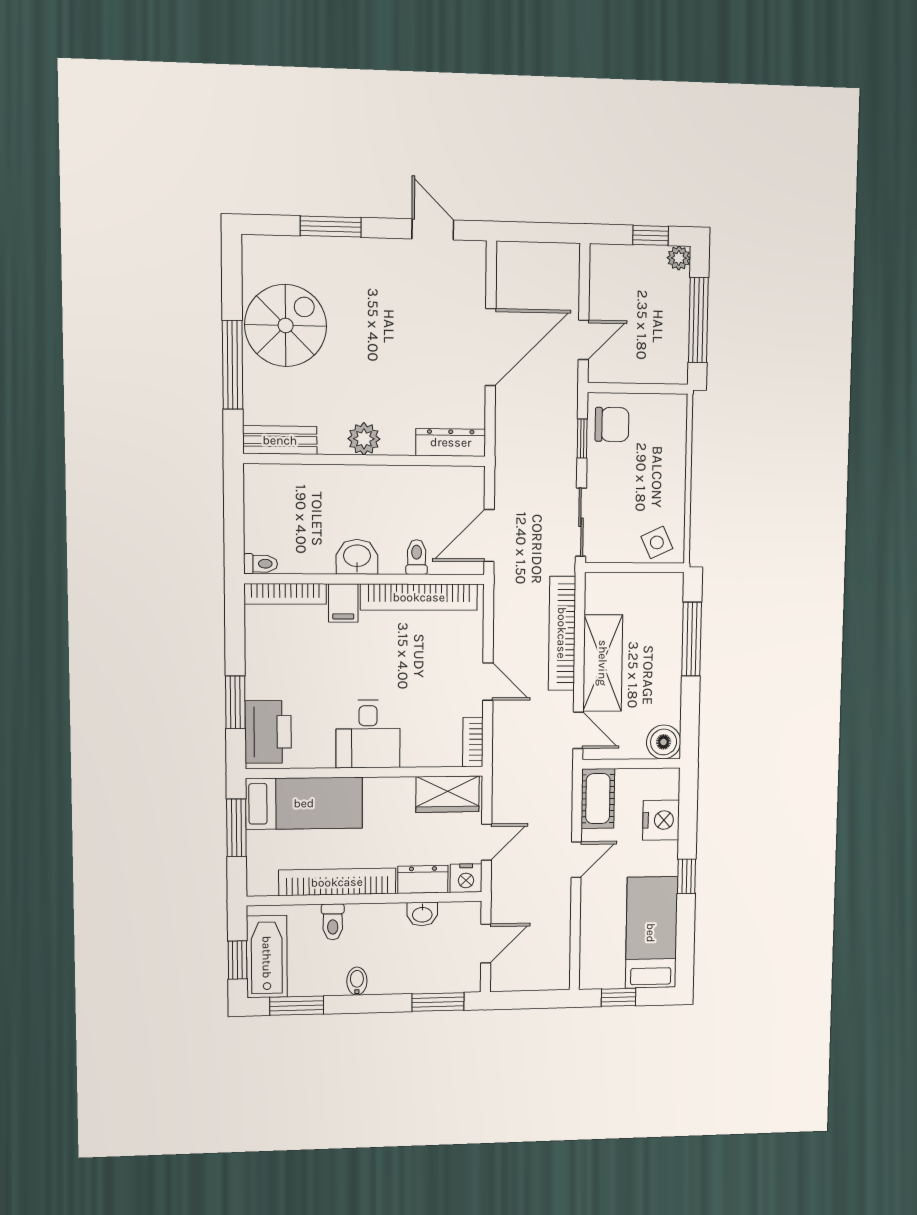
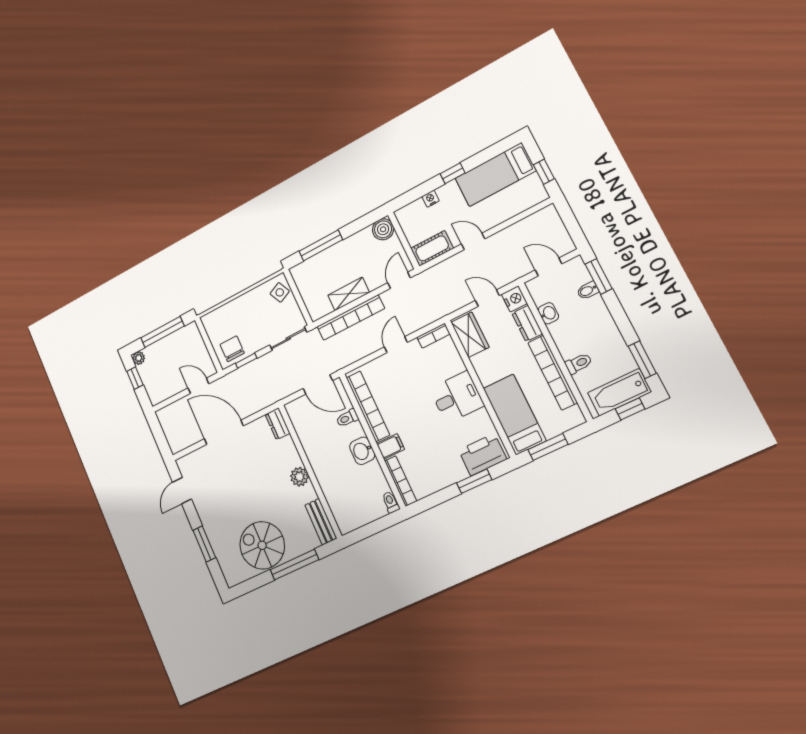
dresser: (451, 442) -> (278, 424), width x0.70
shelving: (603, 663) -> (349, 294), width x0.67, depth x0.75
nightstand: (661, 820) -> (431, 199), width x0.53, depth x0.56
bidet: (357, 981) -> (588, 290), moved

